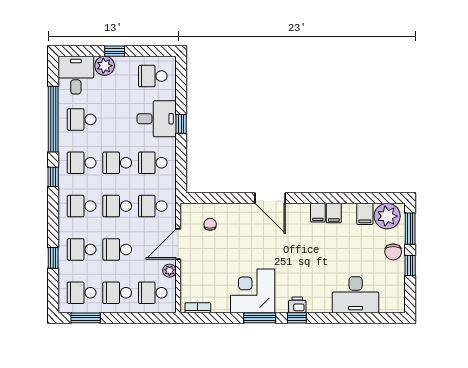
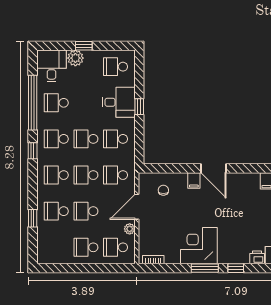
filing cabinet: (318, 213) -> (194, 181), moved
school desk: (82, 293) -> (56, 247), removed
printer: (297, 305) -> (257, 257), moved
window: (86, 318) -> (60, 268), removed

